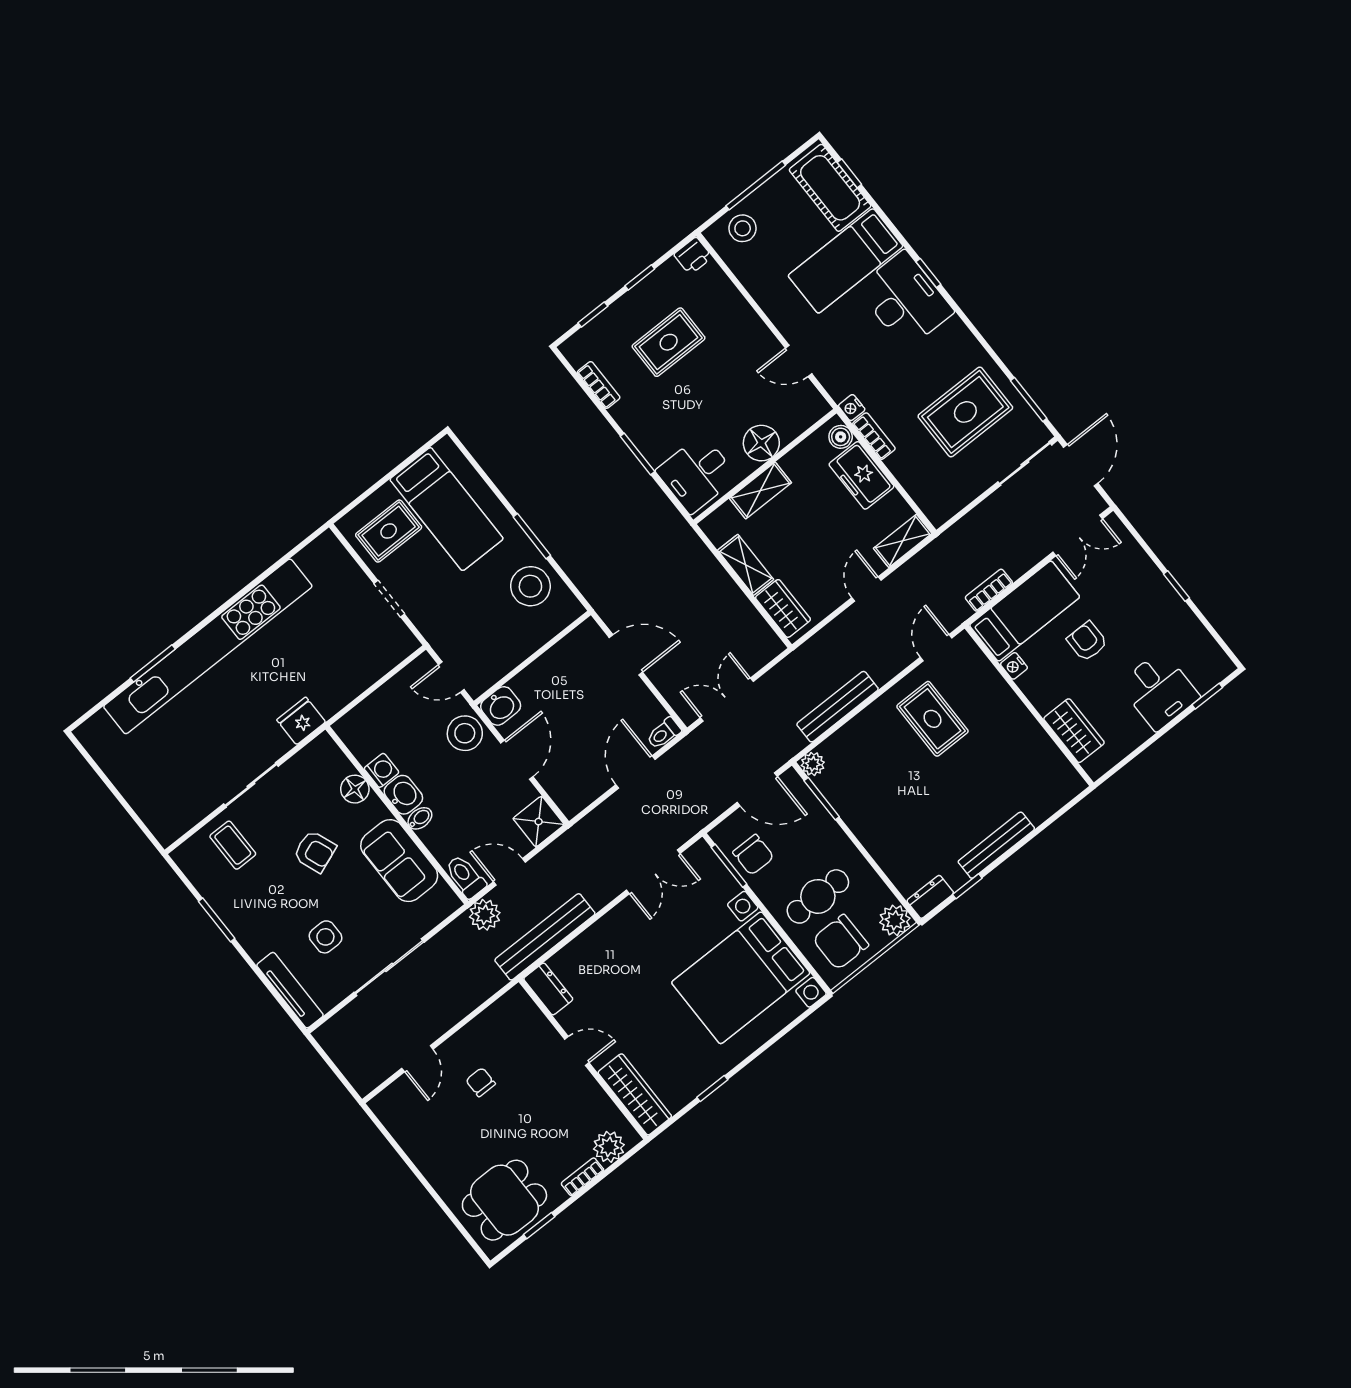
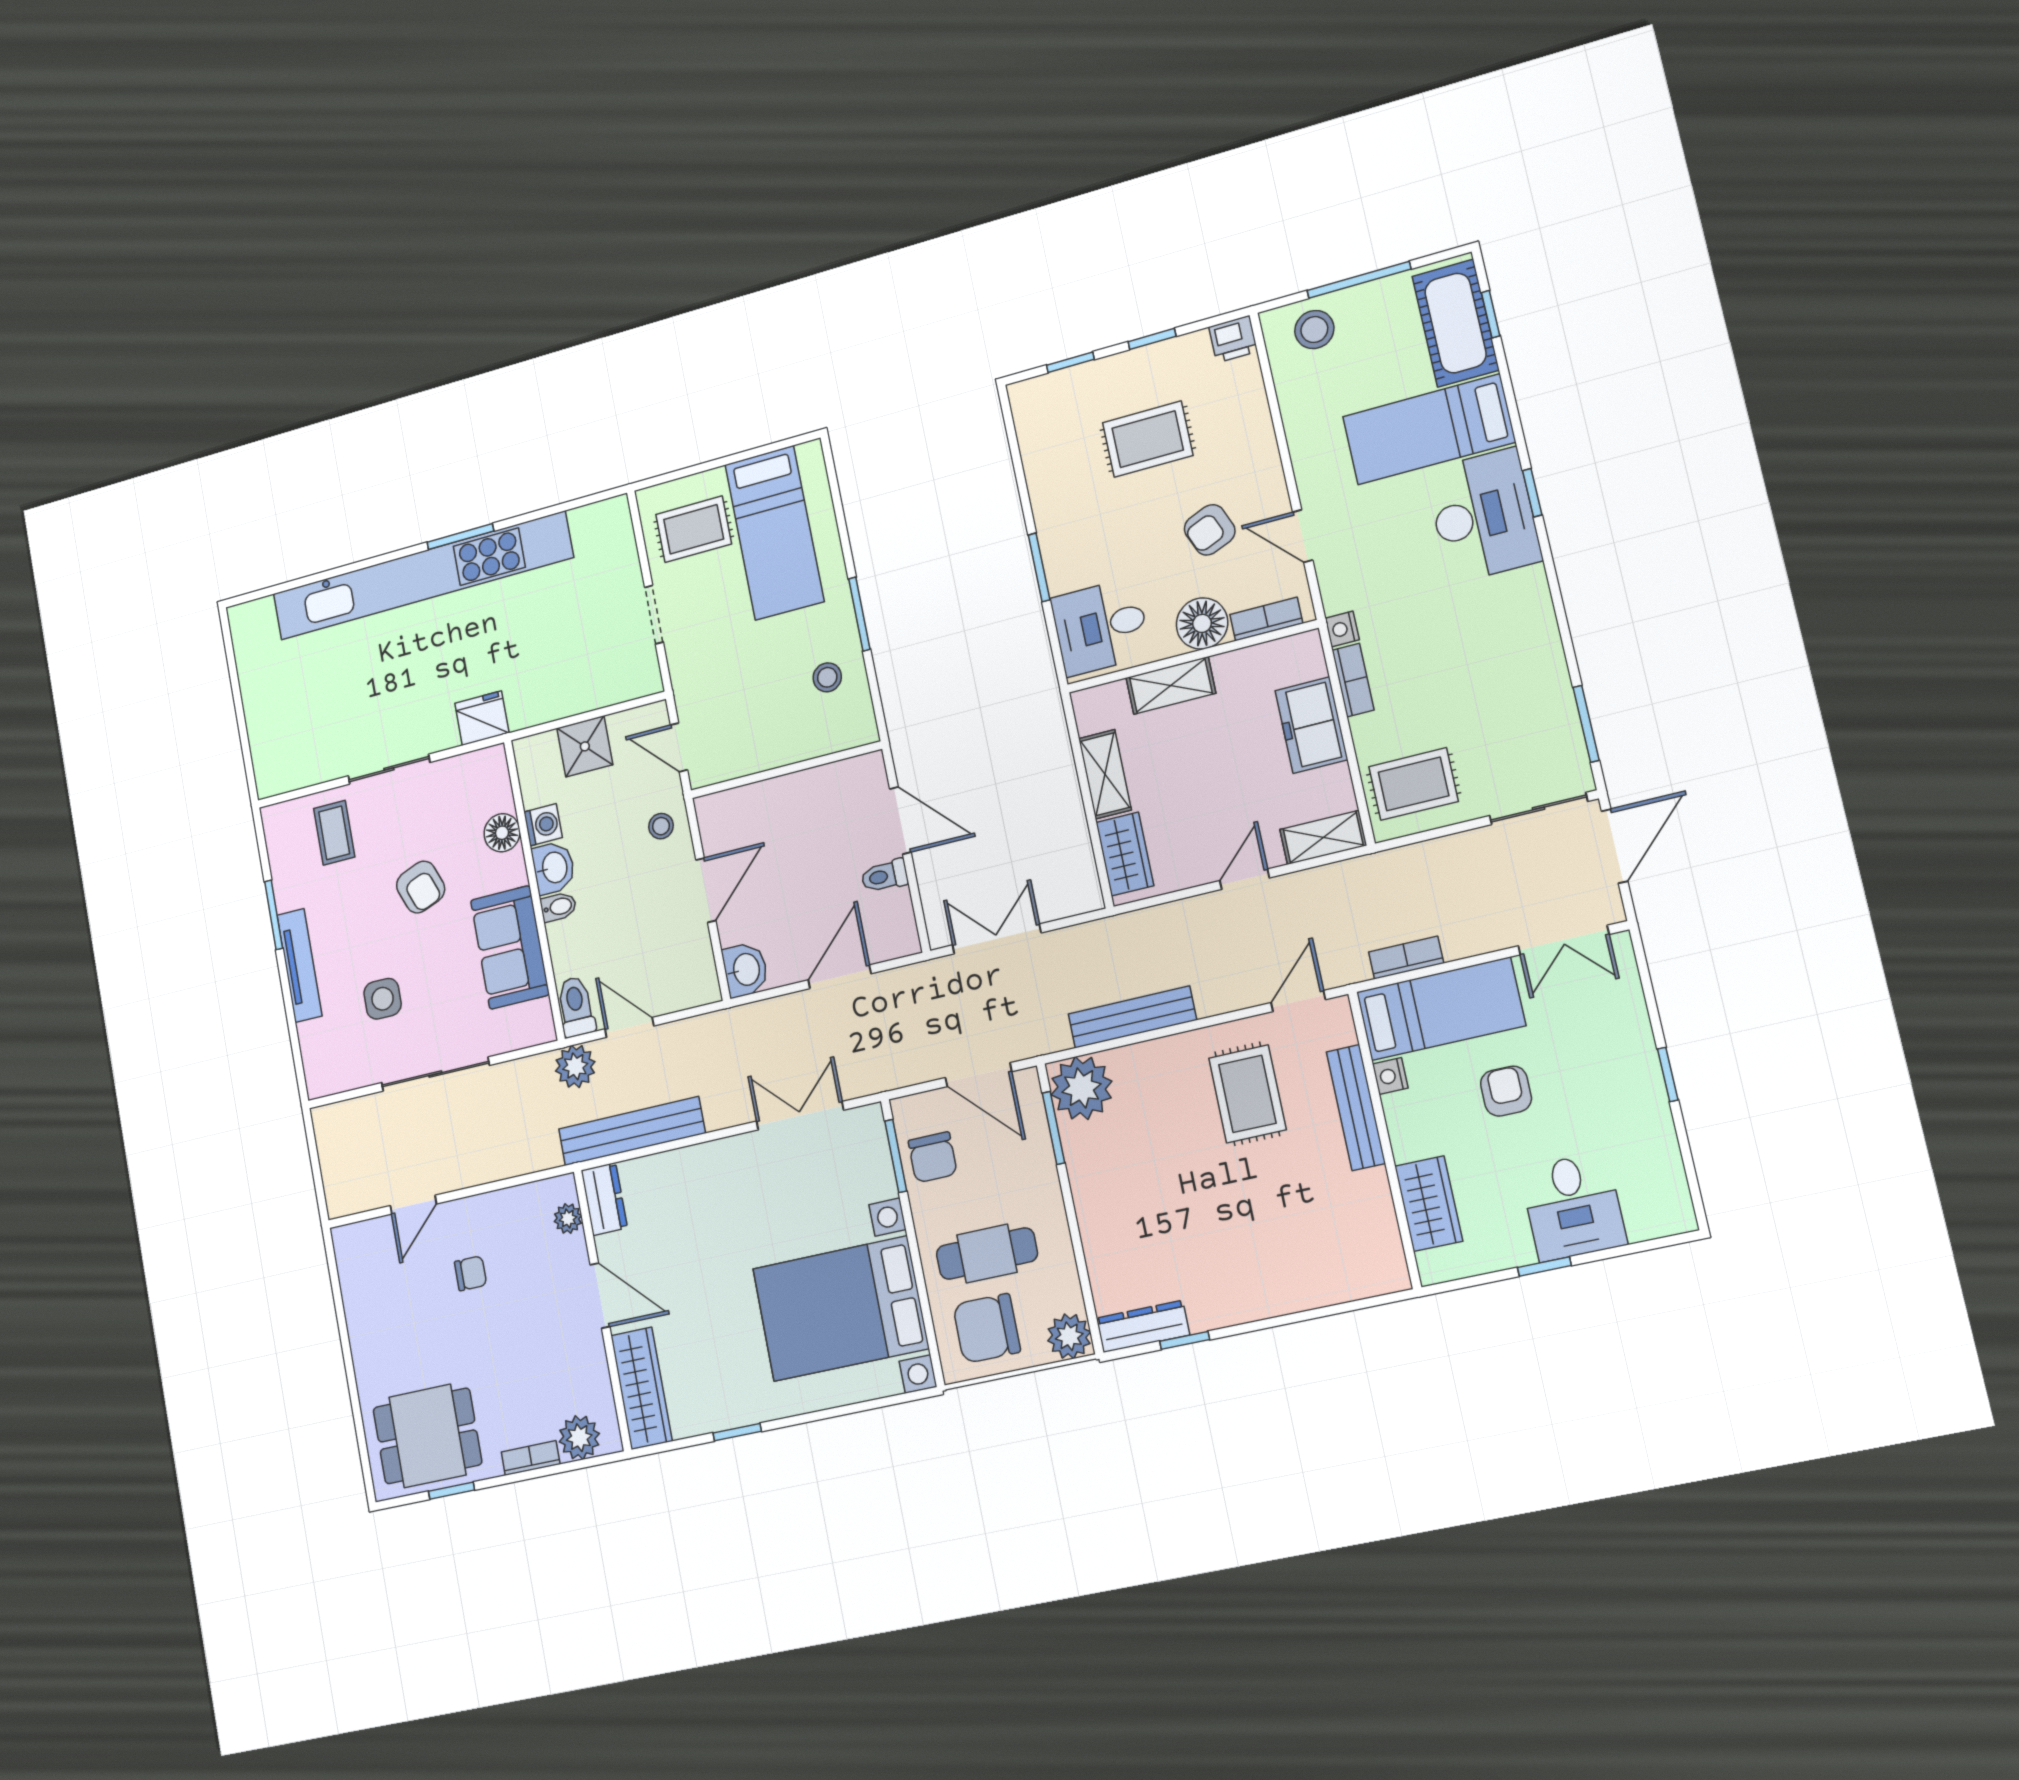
armchair: (737, 382) -> (1210, 530), added
bookcase: (599, 385) -> (1266, 619), moved, turned -90
rug: (965, 412) -> (1414, 784), moved, width x0.73, depth x0.70
boiler: (841, 437) -> (1309, 661), removed
stool: (530, 586) -> (827, 677), width x0.53, depth x0.53
window: (153, 663) -> (460, 537), moved
window: (1207, 696) -> (1544, 1267), moved
washbasin: (501, 706) -> (745, 970), moved, turned -90
stool: (465, 733) -> (661, 826), width x0.53, depth x0.53
toilet: (664, 733) -> (885, 876), moved
plant: (813, 764) -> (1082, 1088), width x1.88, depth x1.88
shower: (539, 822) -> (585, 746), moved
bench: (996, 845) -> (1356, 1108), moved, turned 90
double door: (653, 872) -> (800, 1116), swing flipped
dresser: (930, 897) -> (1143, 1326), width x1.44
tv unit: (290, 990) -> (299, 965), moved
plant: (530, 1014) -> (568, 1219), added
door: (577, 1051) -> (600, 1296), width x1.37
chair: (481, 1082) -> (471, 1273), turned 90

